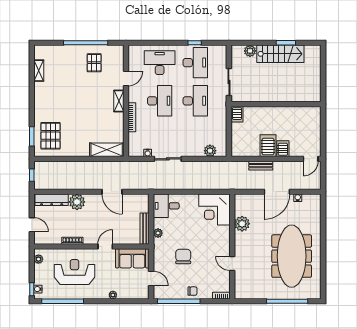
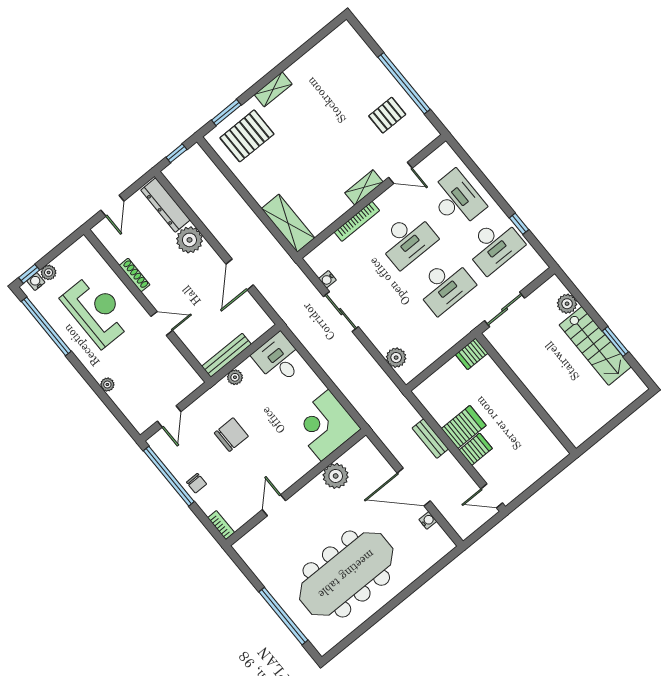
shelving: (39, 71) -> (273, 89), moved
sofa: (132, 258) -> (175, 371), removed
plant: (38, 259) -> (49, 272), moved

